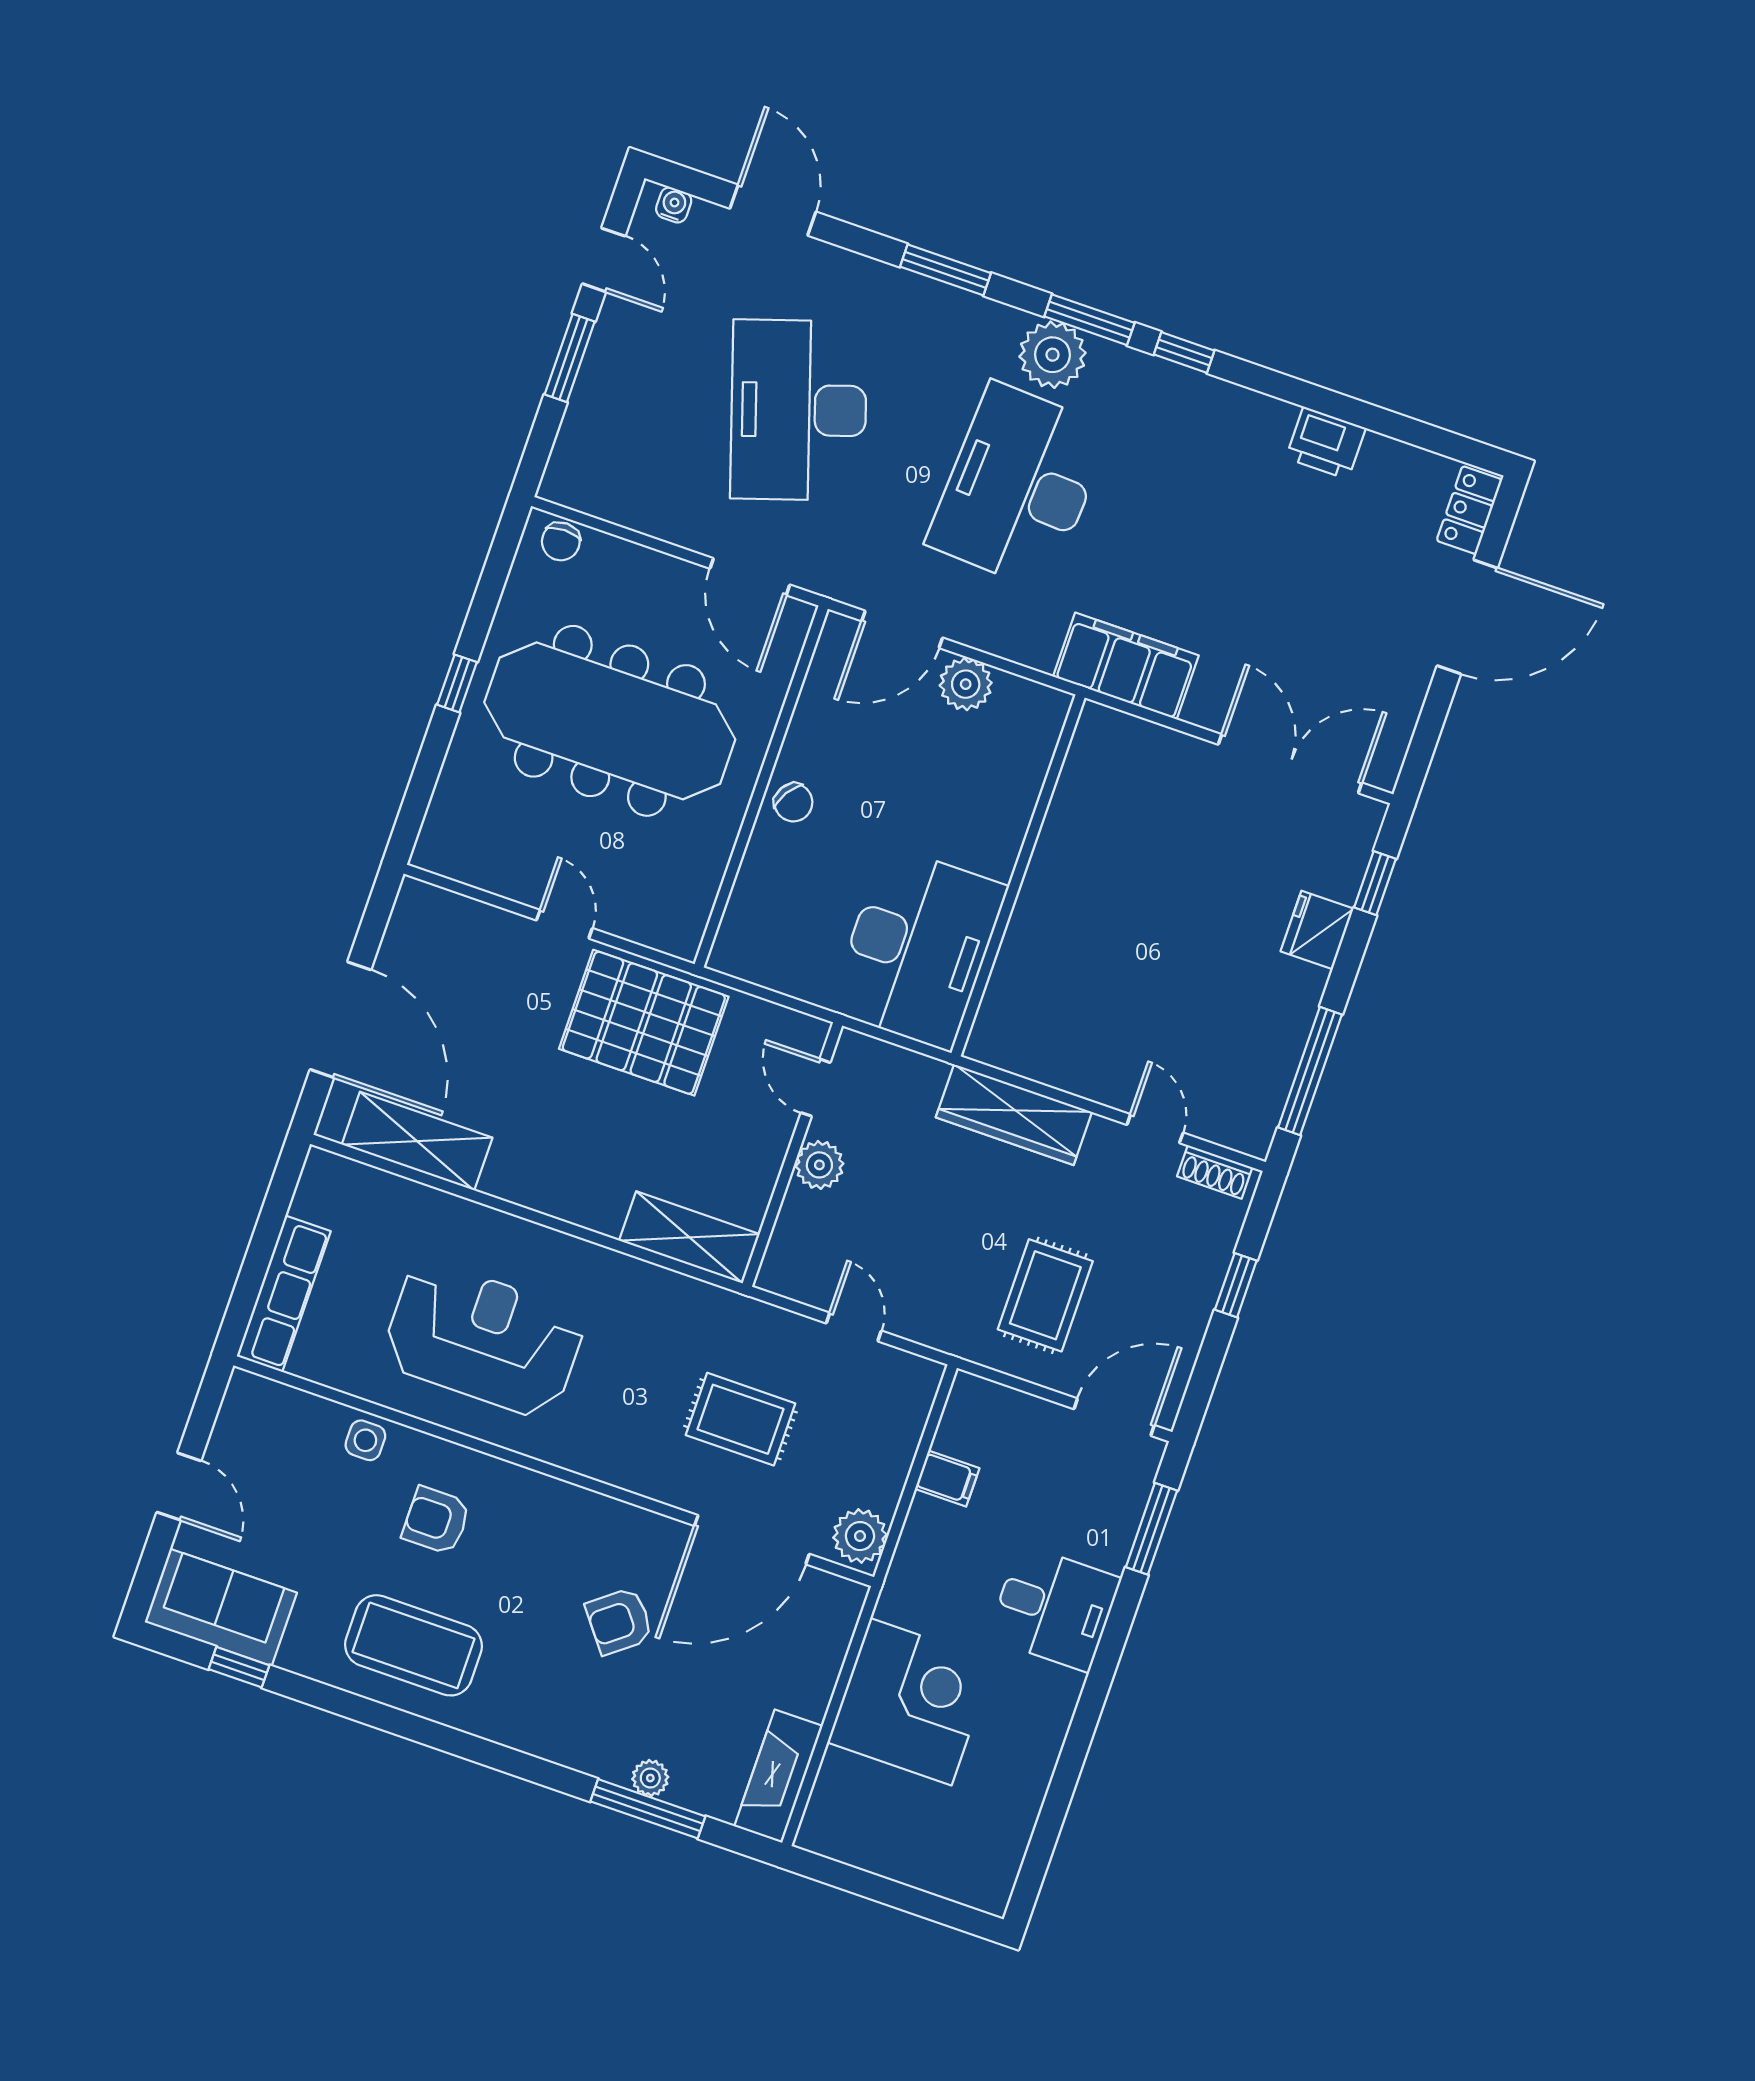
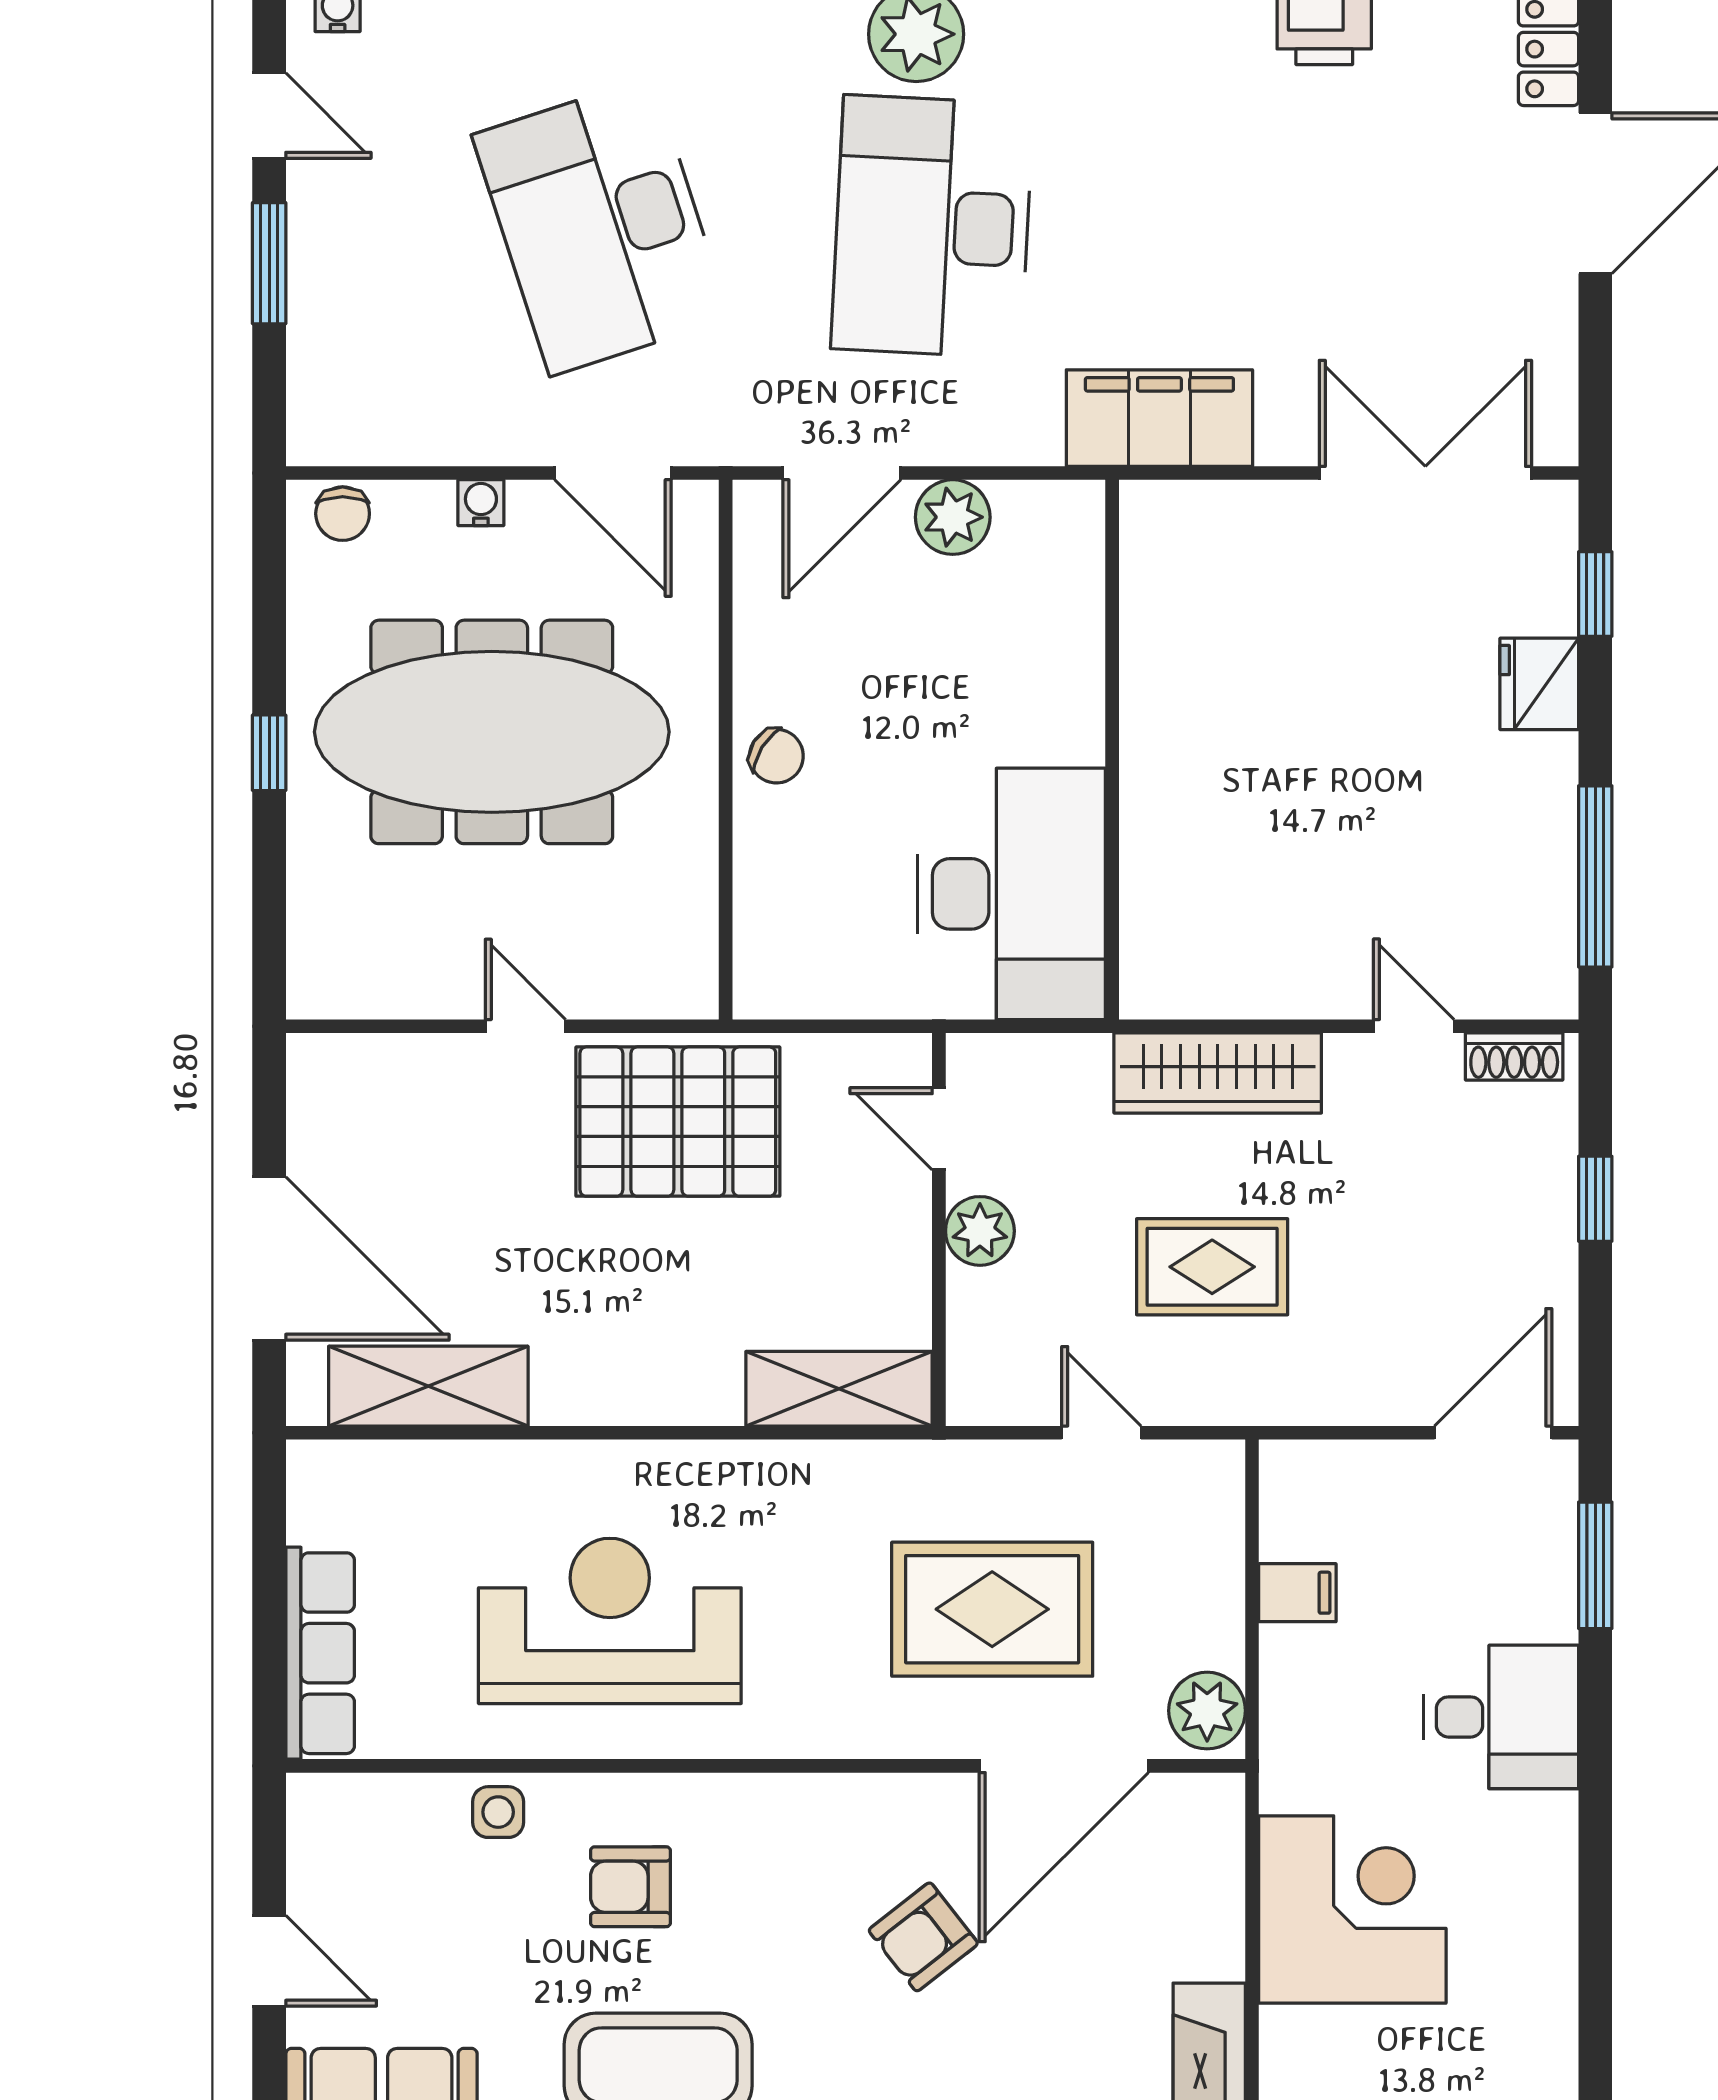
water cooler: (655, 566) -> (481, 503), added
rug: (1045, 1295) -> (1212, 1267), moved, turned 90
rug: (740, 1419) -> (992, 1609), width x1.36, depth x1.43

